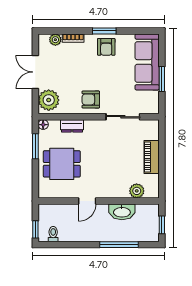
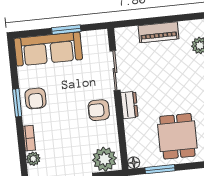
armchair: (106, 47) -> (36, 98), turned 90
armchair: (91, 99) -> (99, 110), turned 90
dresser: (72, 126) -> (129, 105), moved

